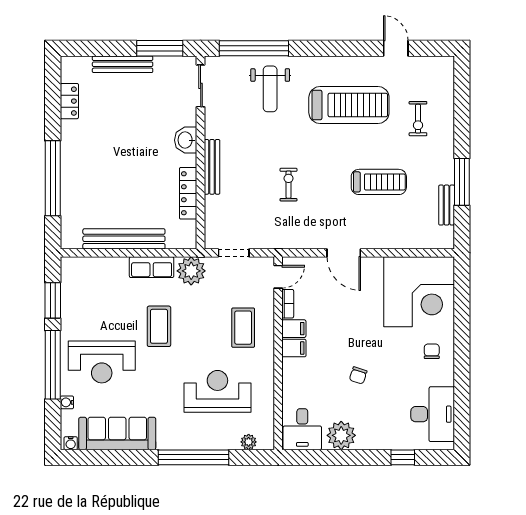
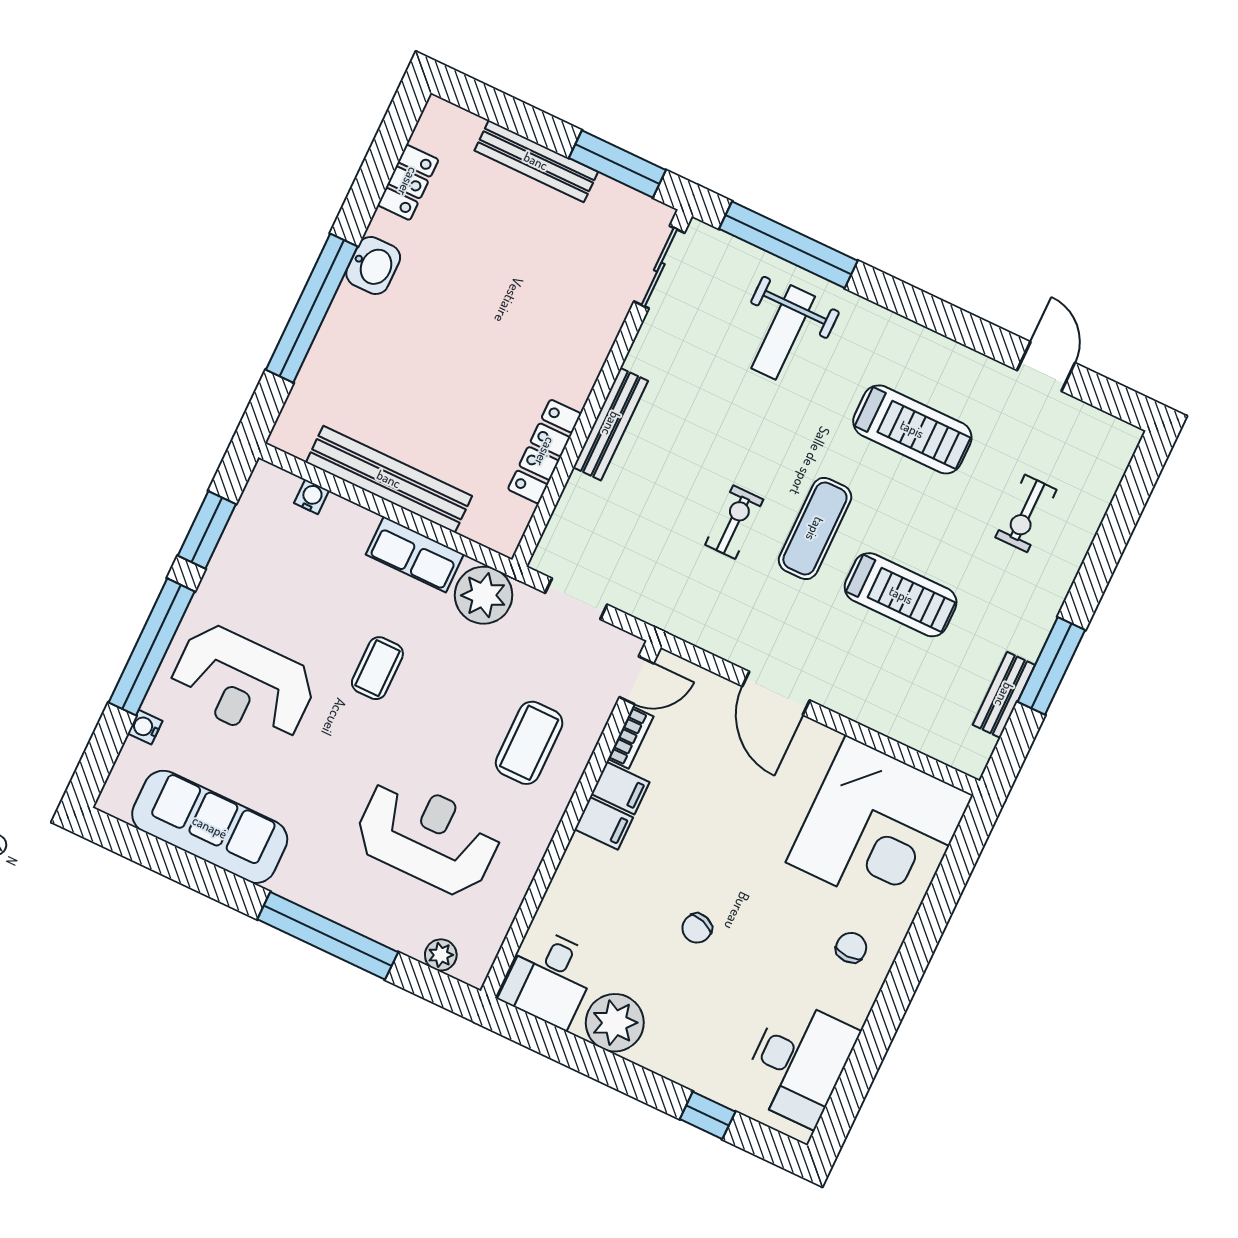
treadmill: (349, 105) -> (912, 429), width x0.73, depth x0.73
washbasin: (186, 140) -> (373, 265), moved, turned 180
exercise mat: (326, 170) -> (815, 529), added
coffee table: (159, 326) -> (377, 668), width x0.73, depth x0.77
water cooler: (71, 443) -> (312, 497), moved, turned 180

